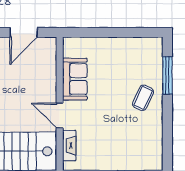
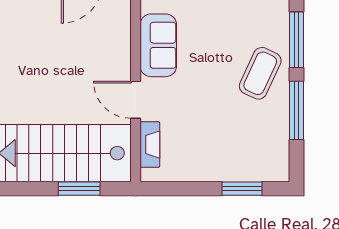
coffee table: (143, 98) -> (260, 73), width x1.36, depth x1.30
window: (167, 123) -> (296, 110), added

